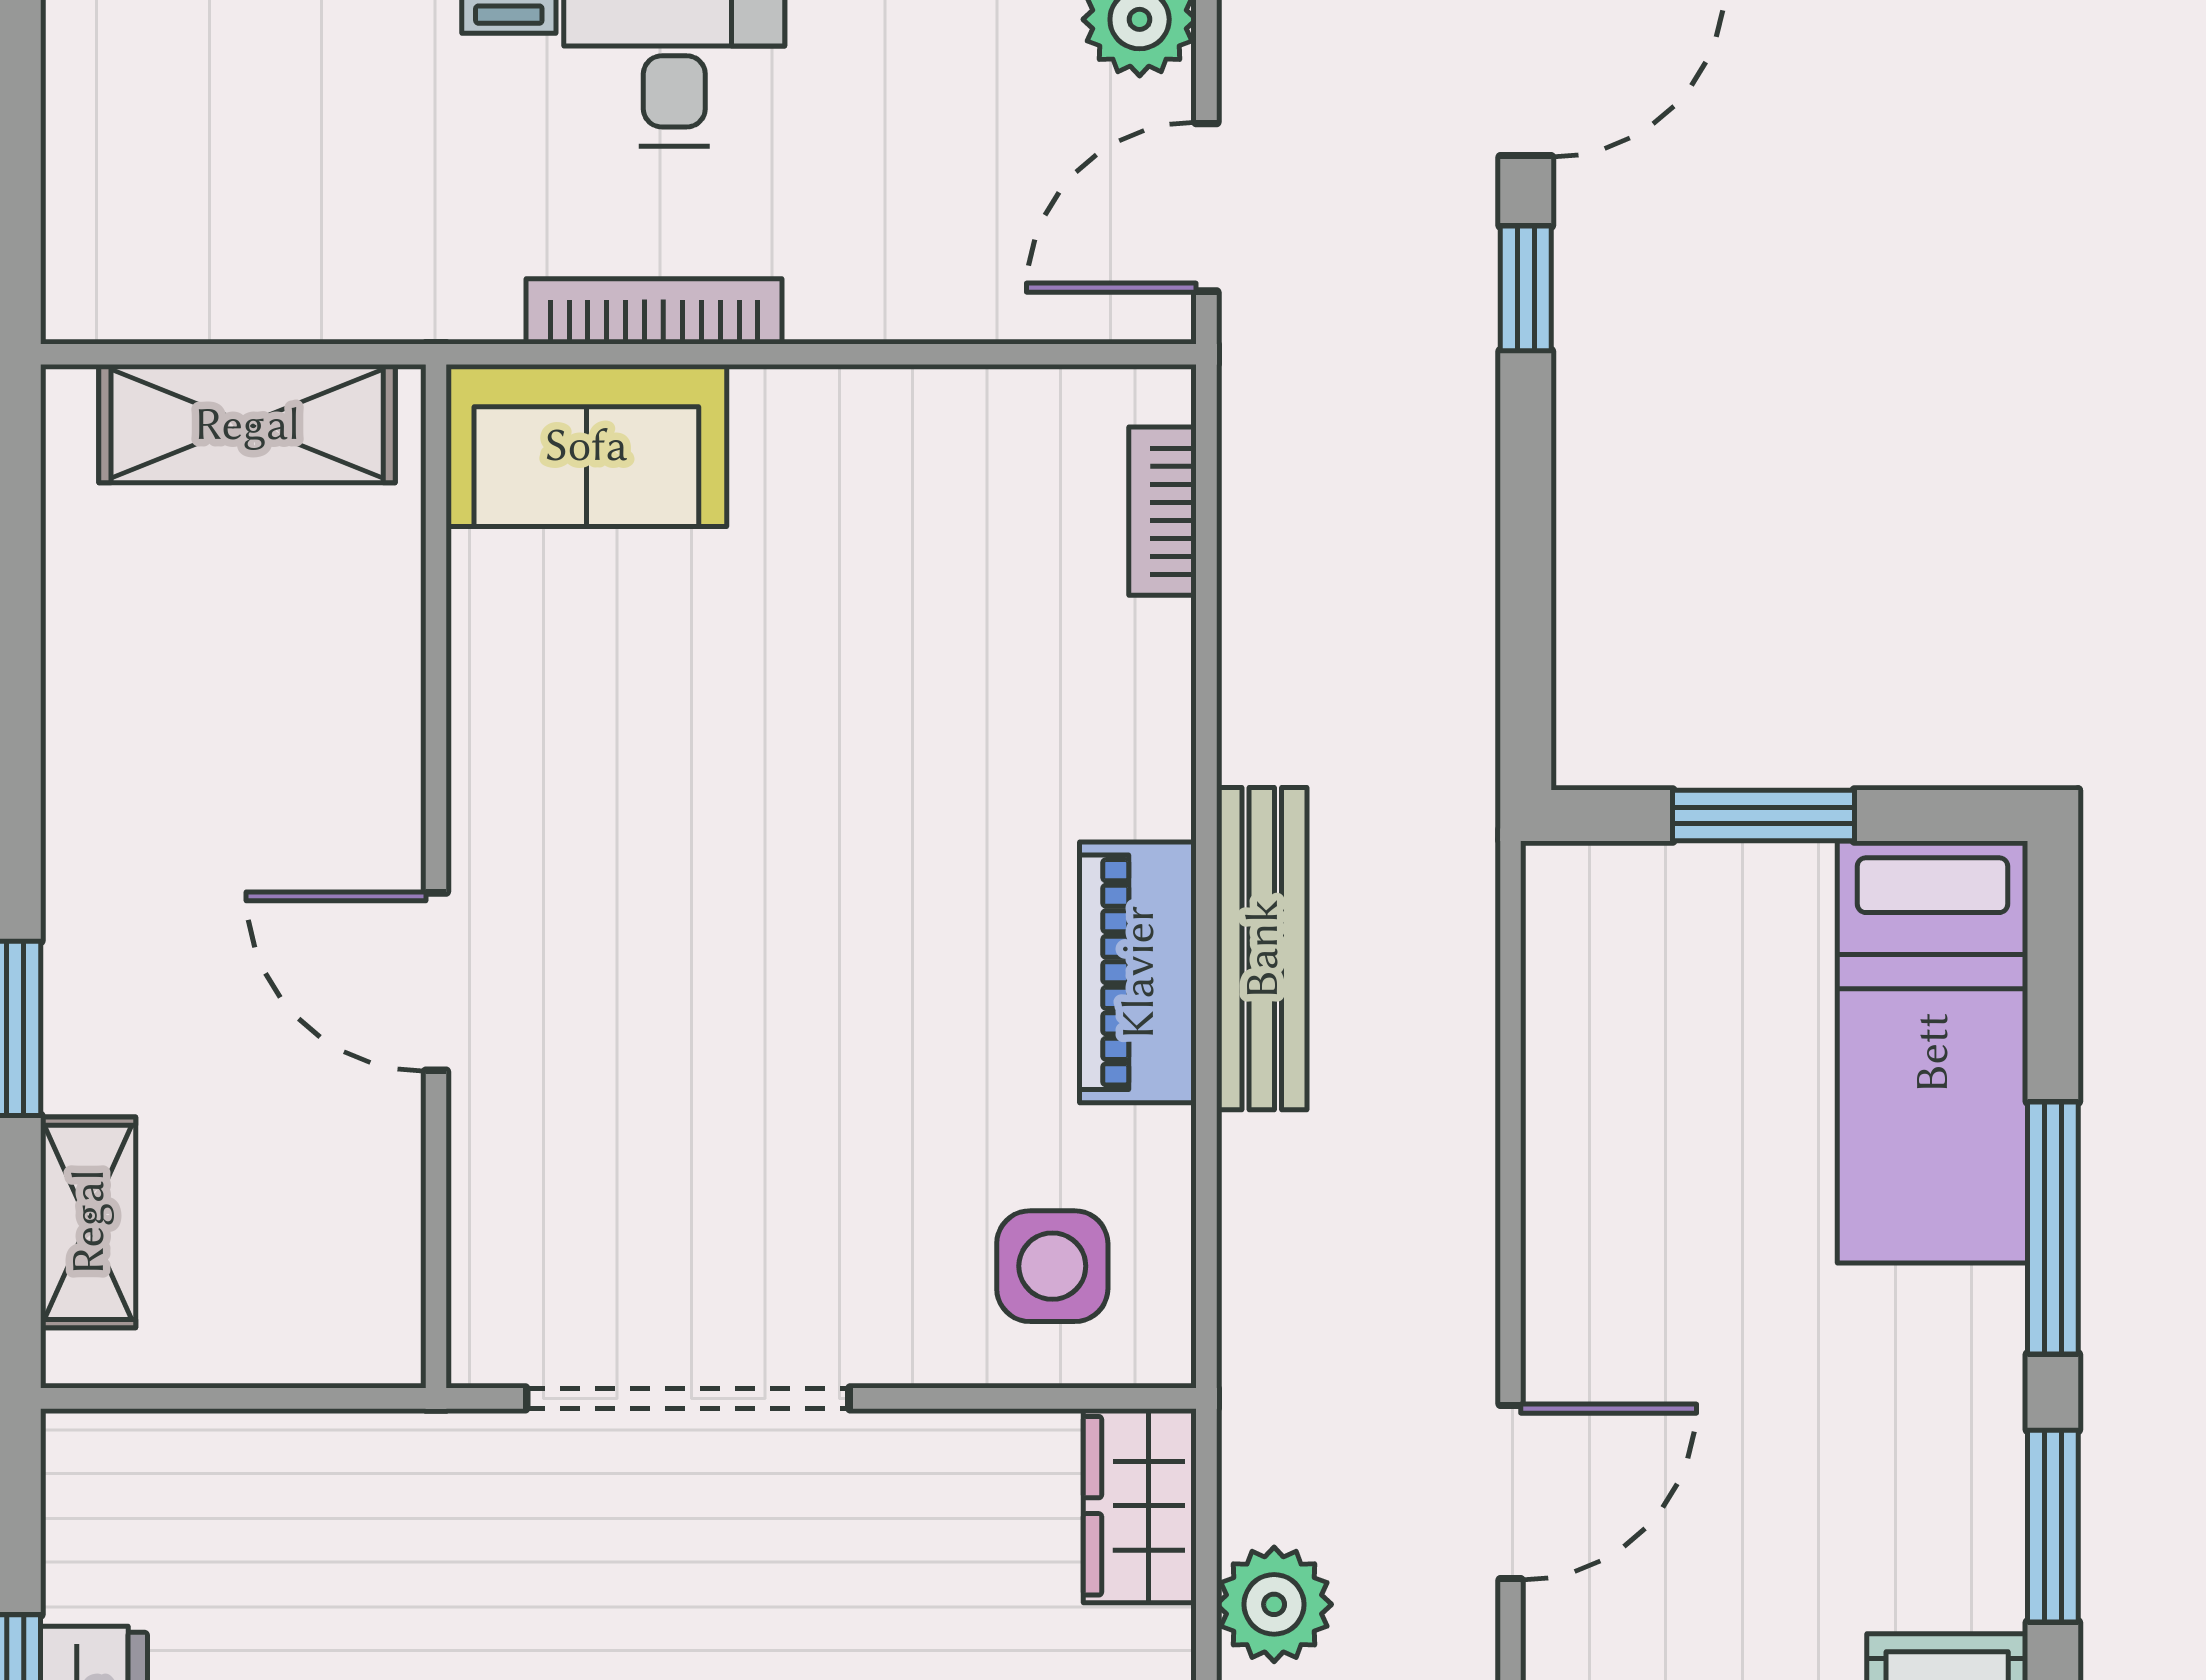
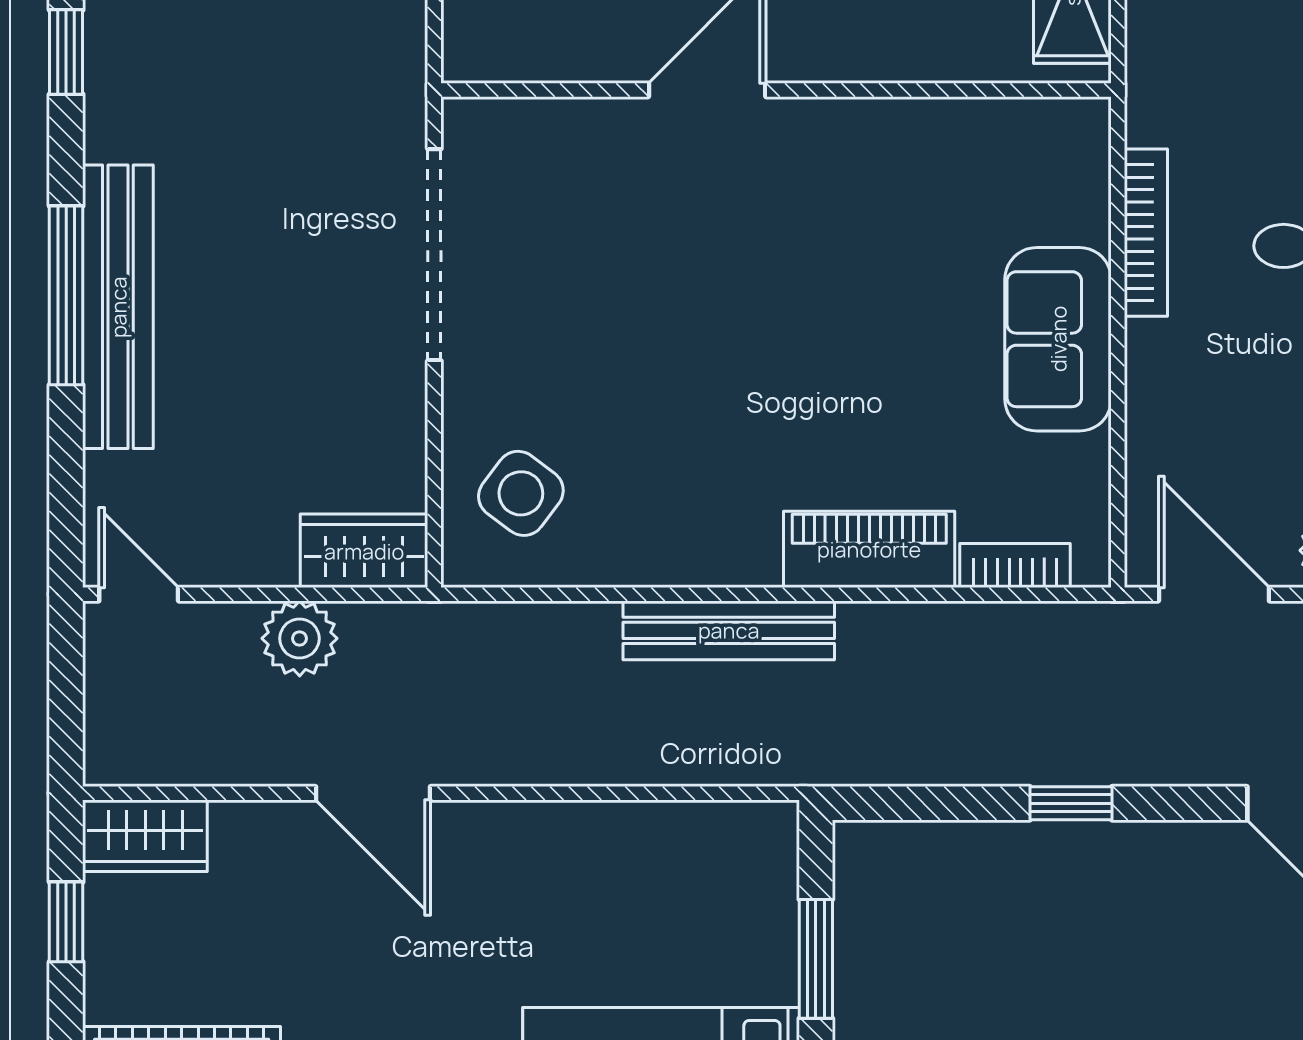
window: (1526, 288) -> (1071, 803), moved
sofa: (586, 445) -> (1058, 339), moved
piano: (1138, 972) -> (869, 549), moved
side table: (1052, 1266) -> (521, 493), turned 37

